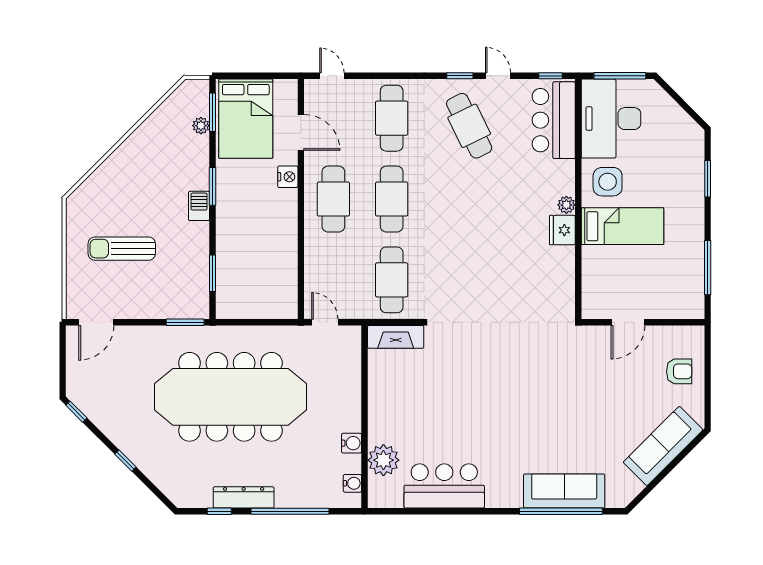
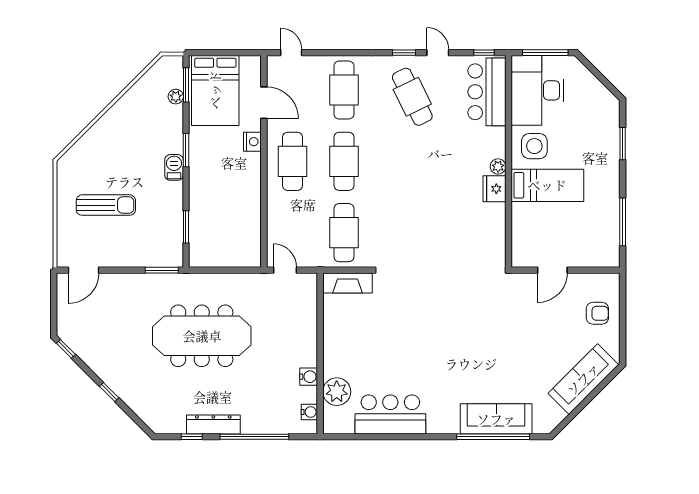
sun lounger: (122, 249) -> (106, 205), turned 180
meeting table: (230, 397) -> (202, 336), width x0.73, depth x0.79

